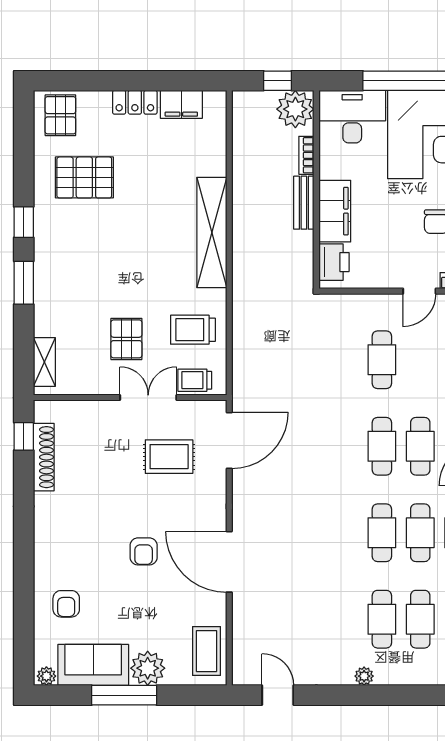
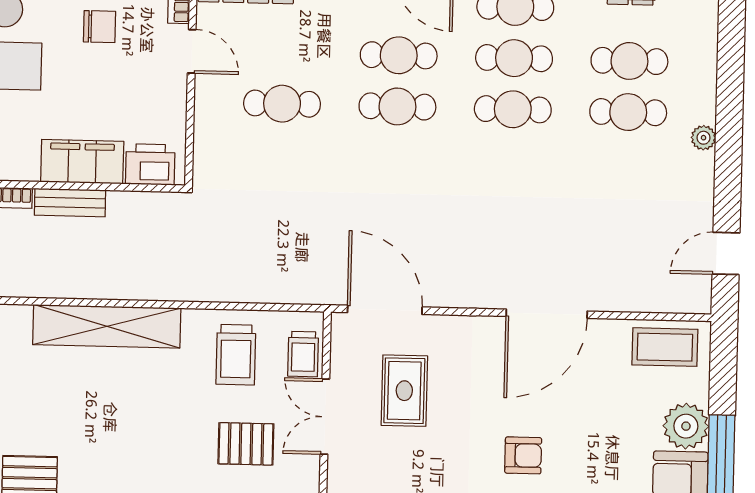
armchair: (144, 551) -> (523, 455), moved

